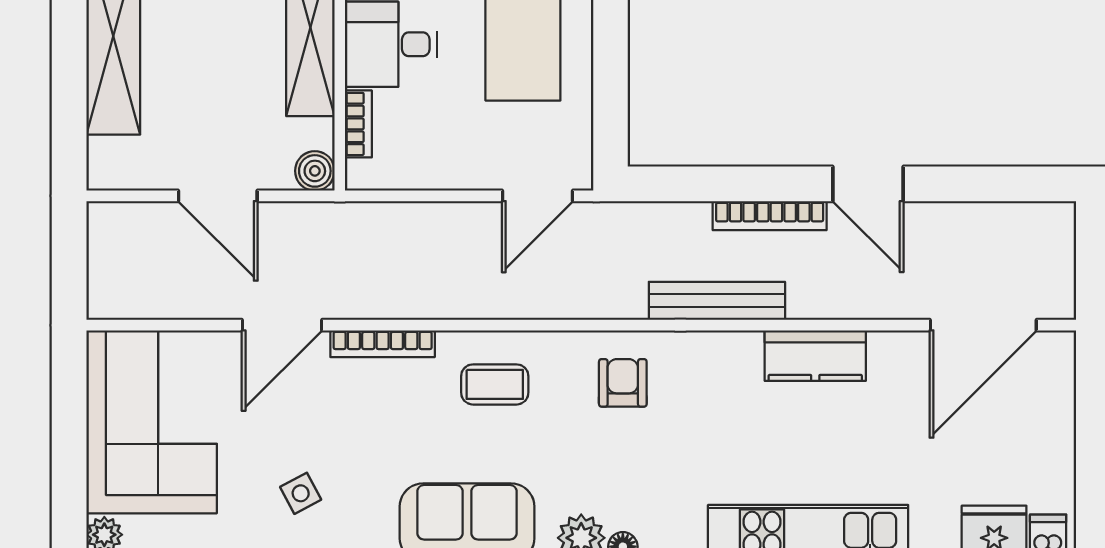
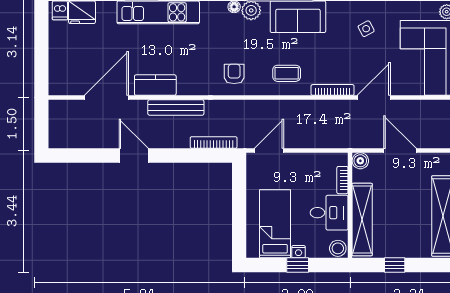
bookcase: (770, 216) -> (214, 142), moved
bench: (717, 301) -> (176, 108), moved
door: (983, 325) -> (106, 98), moved
armchair: (623, 383) -> (234, 74), turned 180

